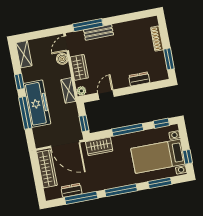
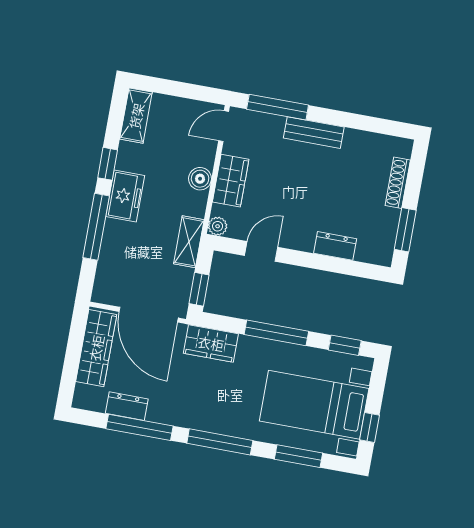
bench: (99, 32) -> (314, 133), moved
boiler: (62, 59) -> (200, 179), moved
shelving: (68, 90) -> (189, 242), moved
freezer: (37, 104) -> (125, 196), width x0.52, depth x0.79

